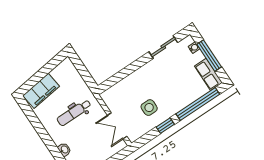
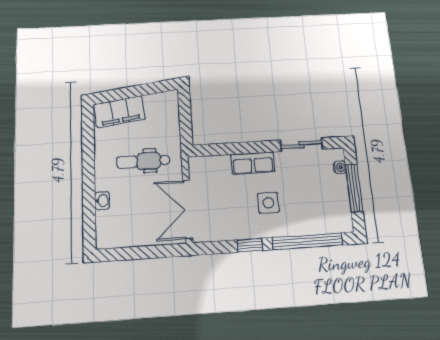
row of seats: (208, 74) -> (253, 163), moved, turned -90
side table: (149, 108) -> (268, 203), moved
double door: (117, 126) -> (188, 209), width x1.37

